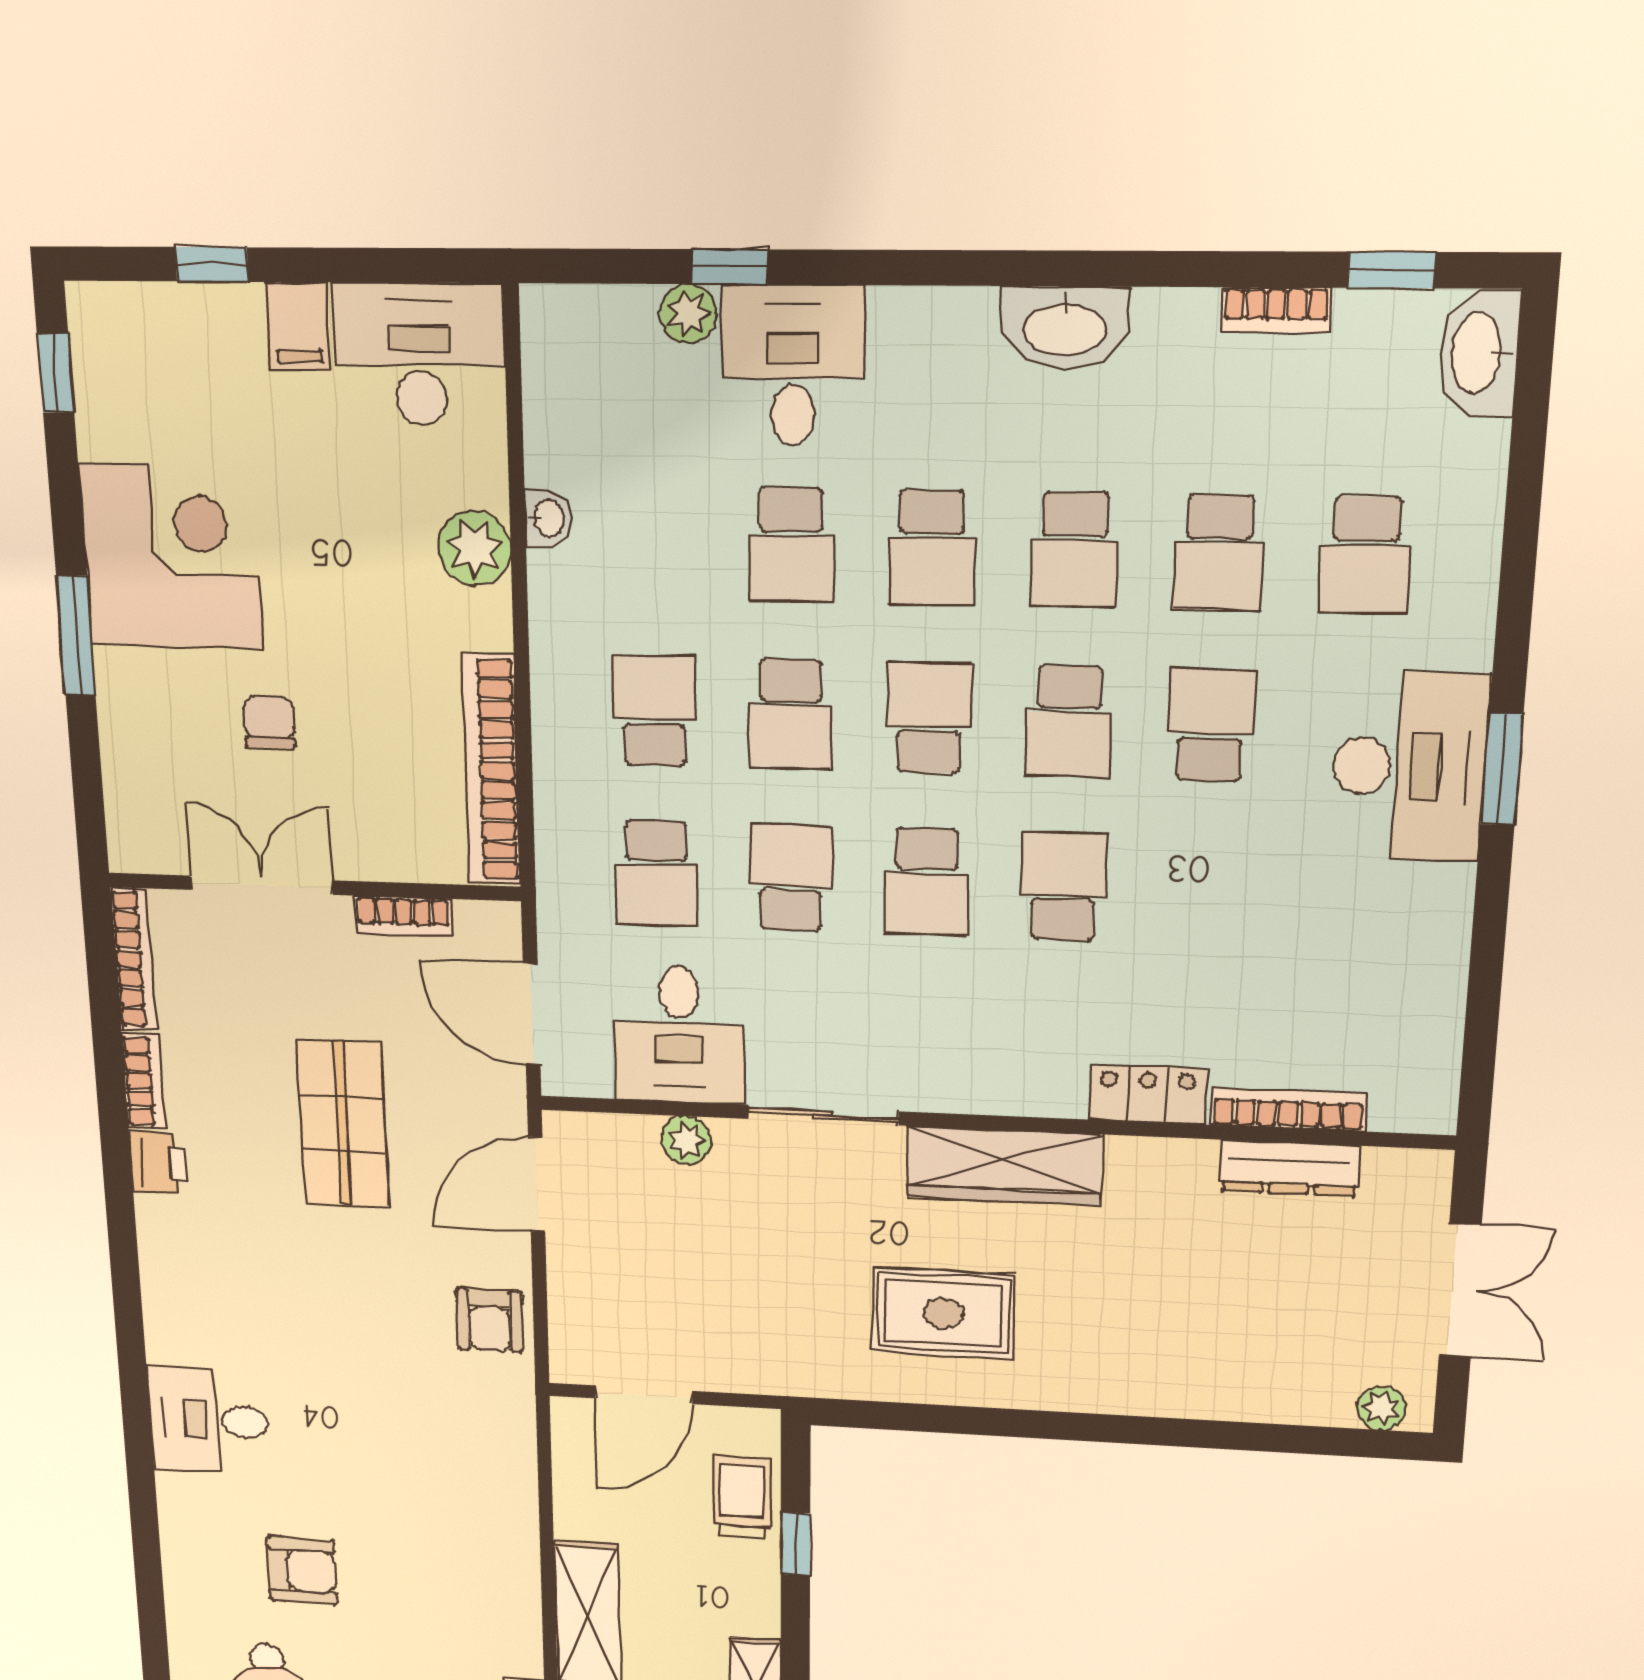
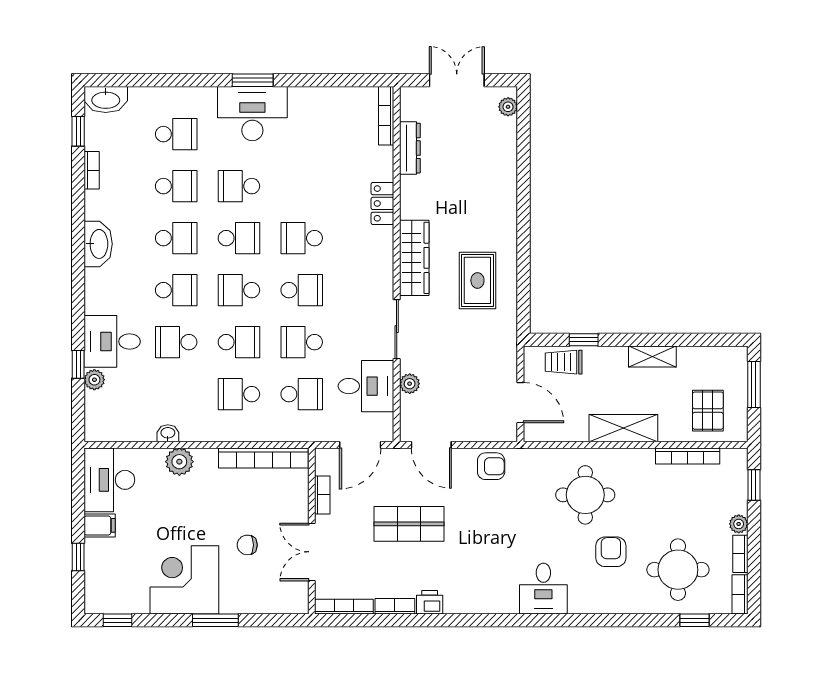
school desk: (791, 545) -> (176, 342), turned 180
bookcase: (1288, 1109) -> (386, 116), moved
round table: (430, 1524) -> (585, 495), added

